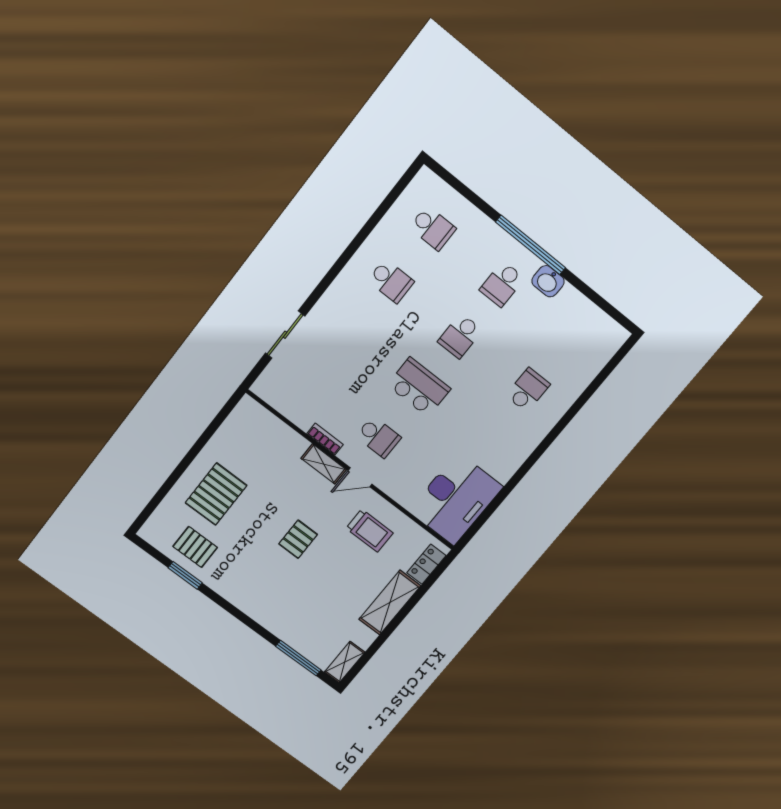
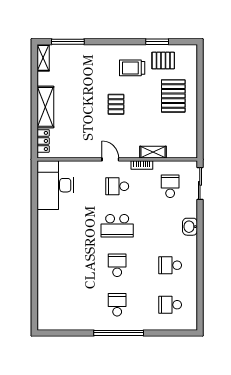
washbasin: (548, 281) -> (190, 227), moved, turned -90
sliding door: (285, 335) -> (200, 183), moved
school desk: (528, 390) -> (170, 186), moved, turned 180
shelving: (324, 464) -> (153, 152), moved
door: (360, 477) -> (110, 159), hinge flipped
trolley: (370, 531) -> (132, 68), moved

